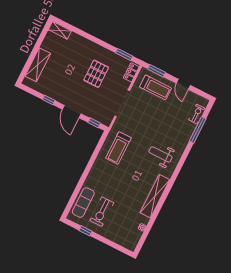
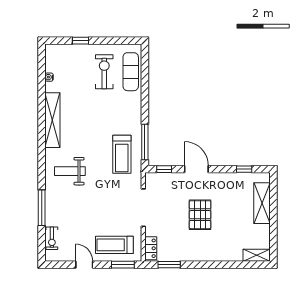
pallet: (96, 74) -> (200, 215), moved
window: (49, 100) -> (244, 169), moved
window: (198, 130) -> (42, 208), moved
treadmill: (118, 148) -> (122, 154), turned 180
window: (98, 149) -> (145, 142), added
weight bench: (161, 154) -> (70, 171), turned 180
window: (86, 231) -> (80, 41), moved

